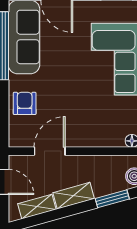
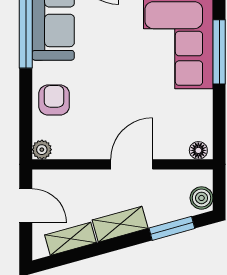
plant: (16, 140) -> (42, 150), added
door: (50, 151) -> (132, 164), moved

